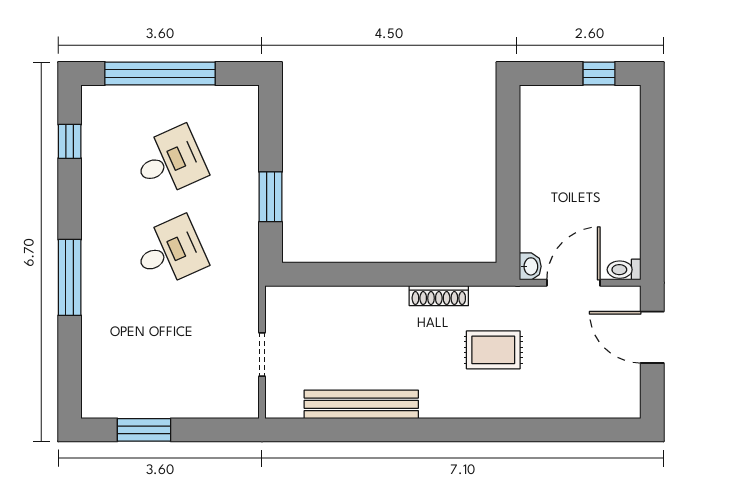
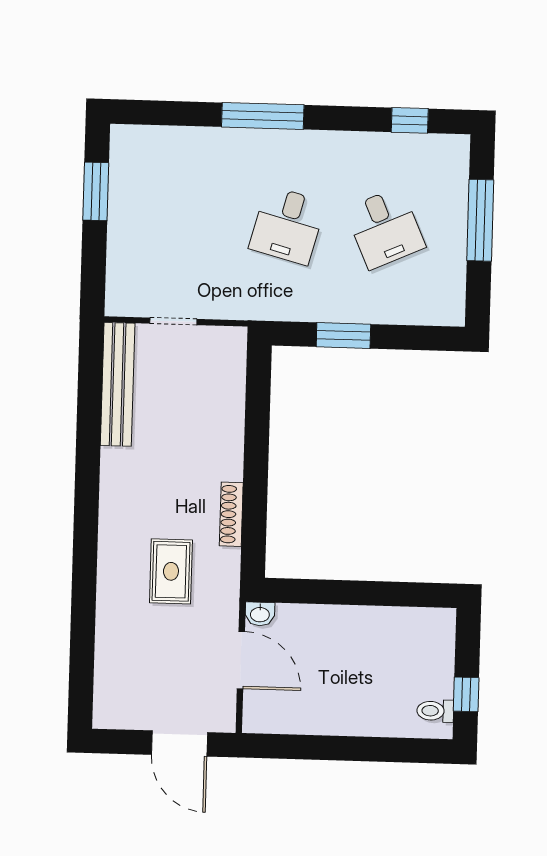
window: (160, 74) -> (480, 220), width x0.68
desk: (170, 252) -> (287, 225), turned 39
toilet: (624, 270) -> (435, 711), moved, turned -90
door: (652, 337) -> (180, 743), swing flipped
bench: (361, 404) -> (118, 384), moved

